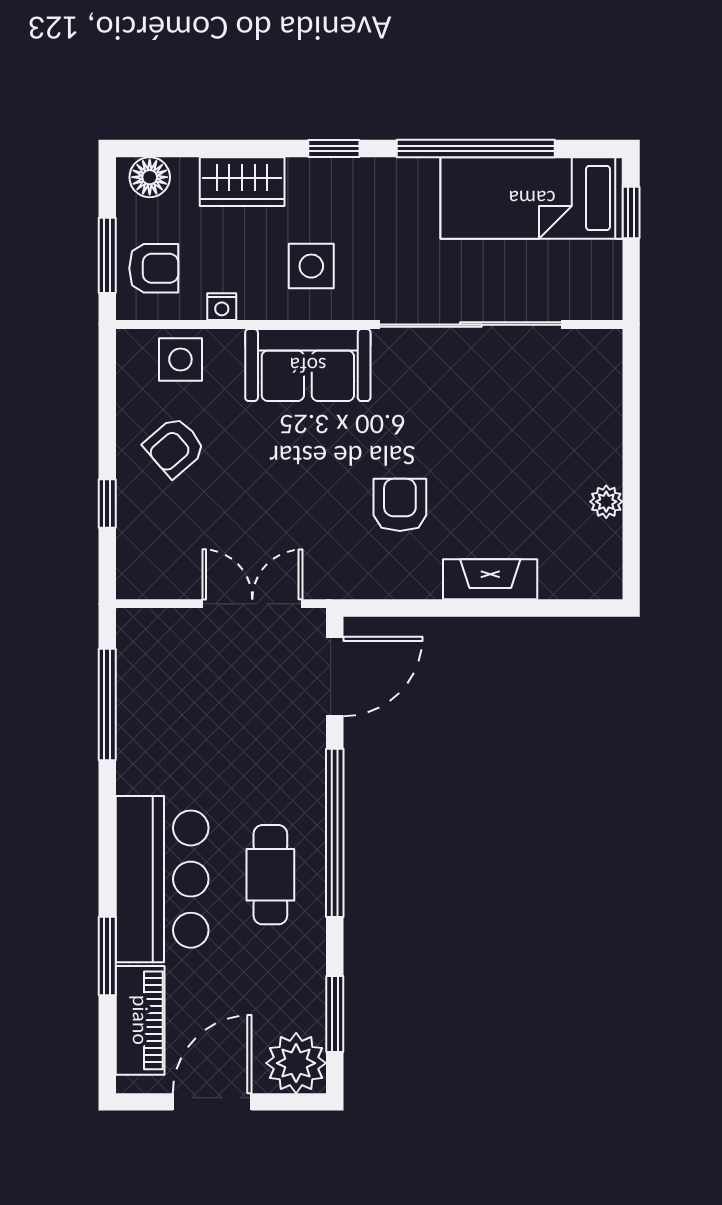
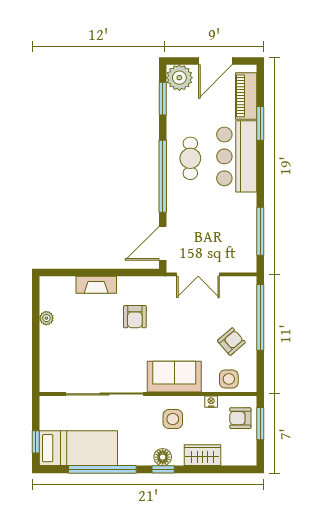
floor lamp: (150, 177) -> (163, 457), moved
window: (107, 504) -> (260, 317), width x3.17

